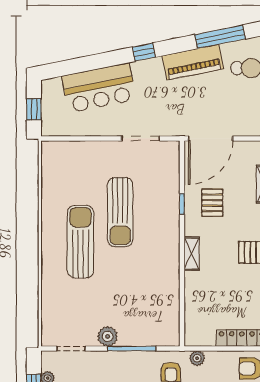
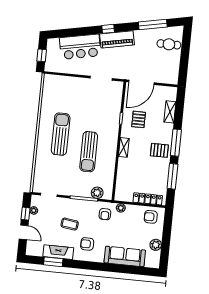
piano: (193, 62) -> (117, 39), moved
sun lounger: (120, 212) -> (89, 152), moved
plant: (108, 336) -> (97, 193), moved

